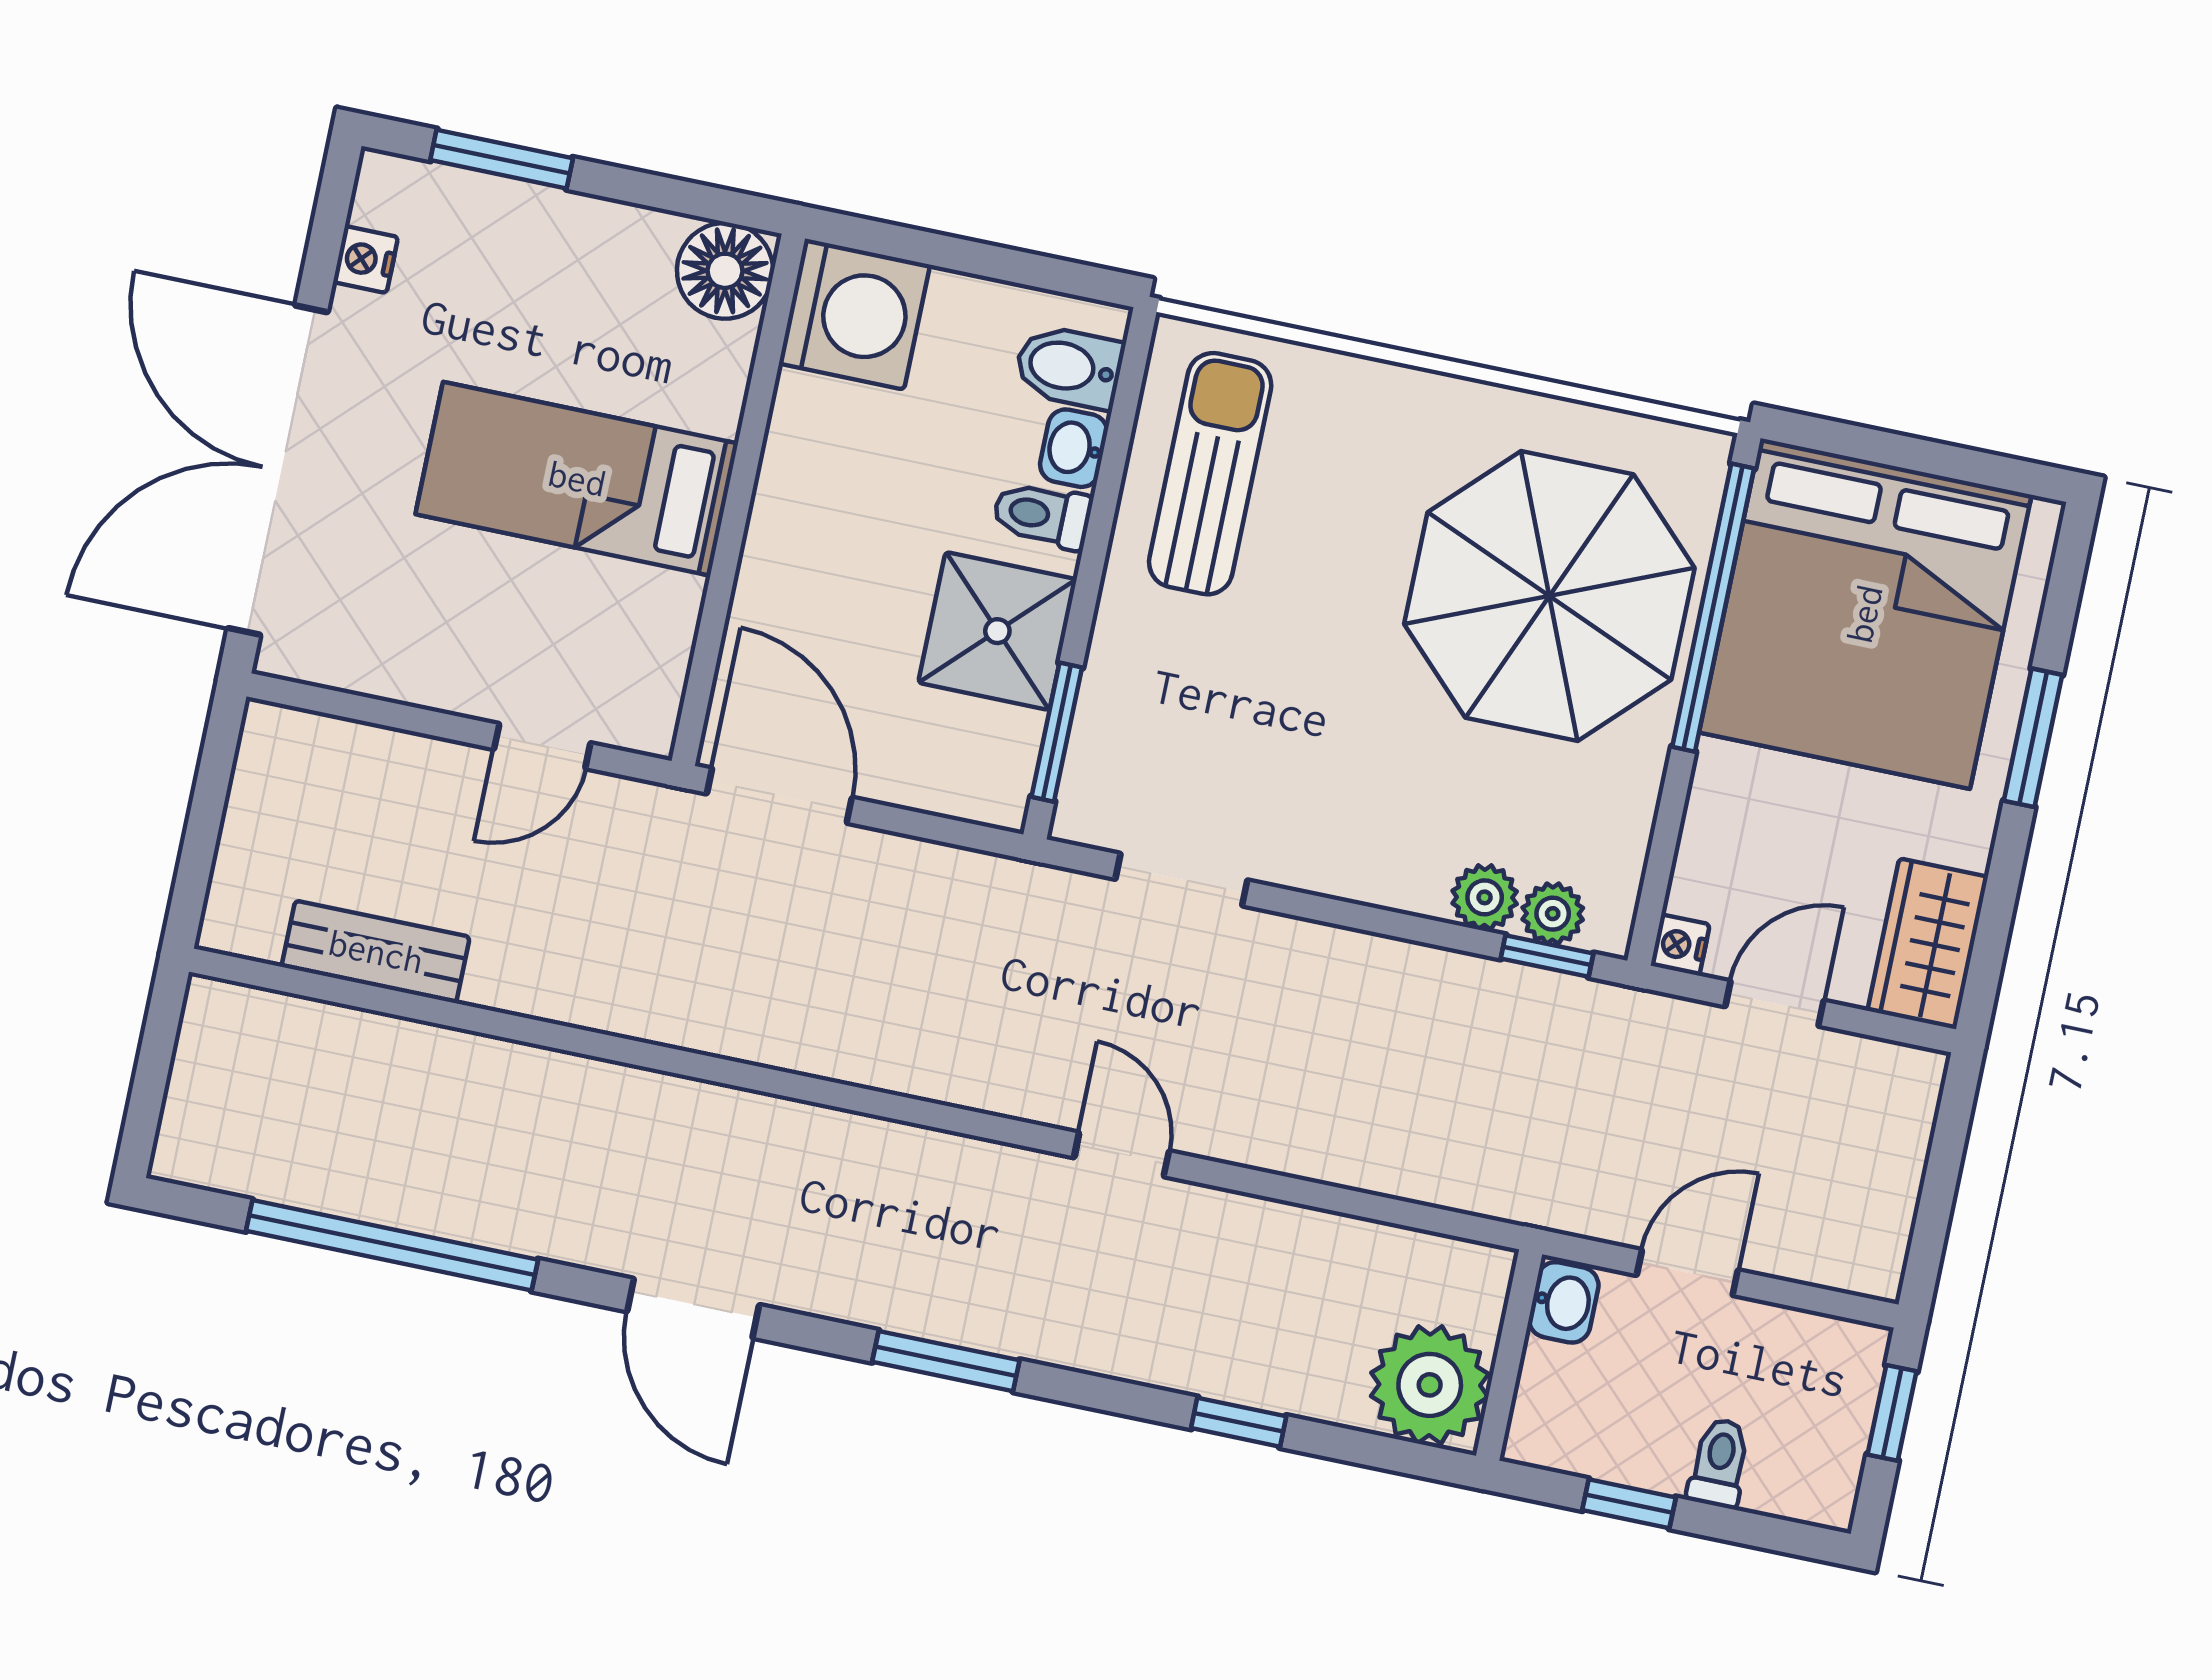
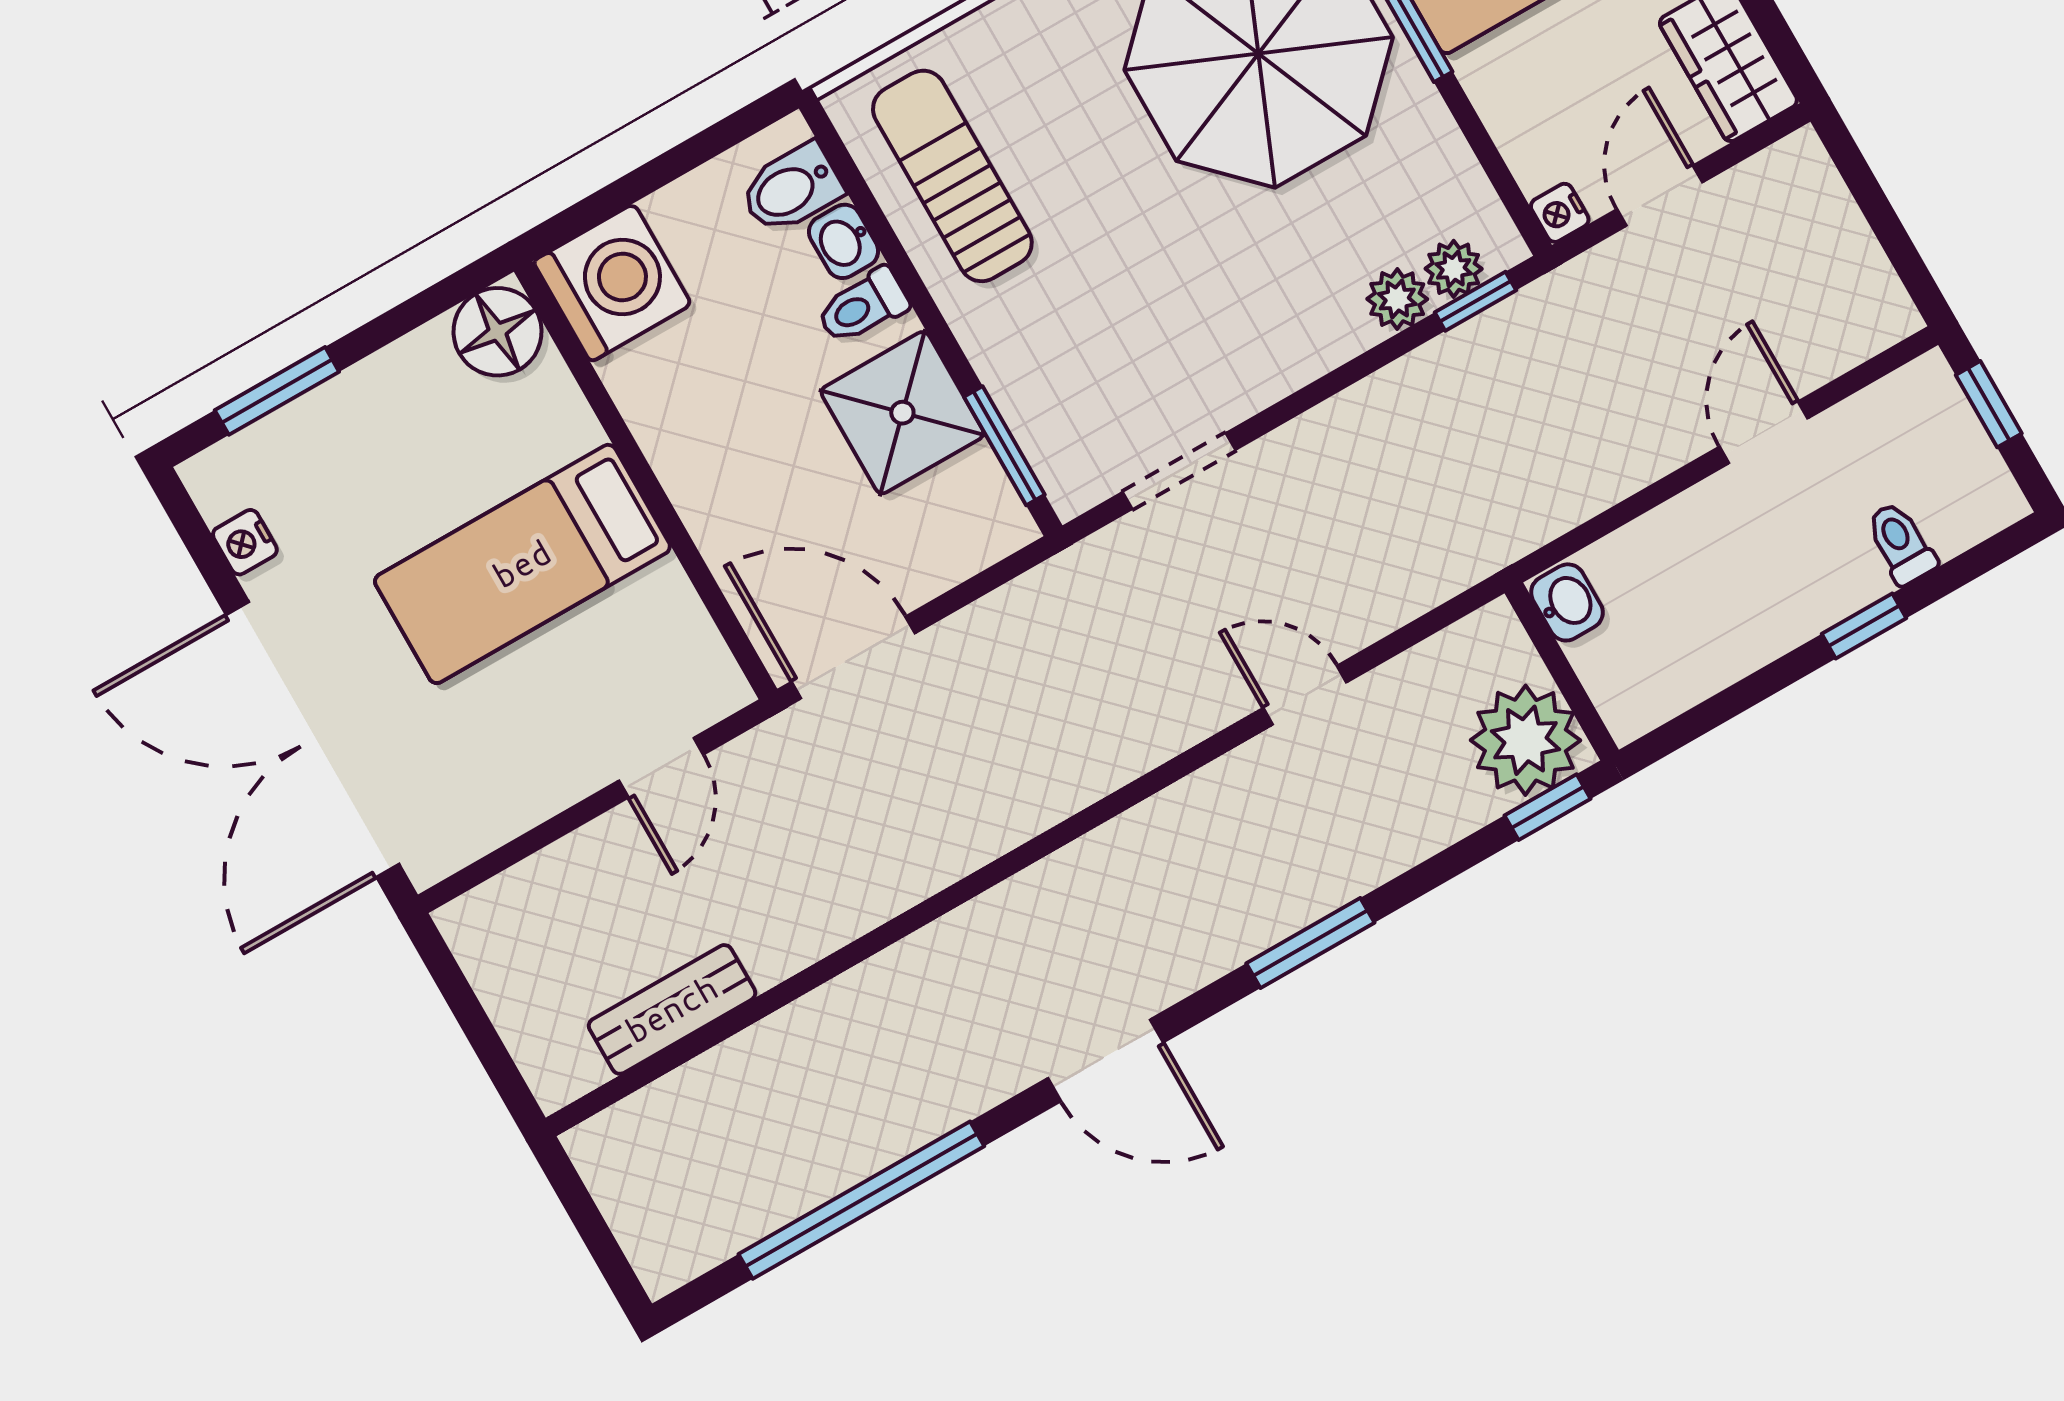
washbasin: (1564, 1302) -> (1567, 602), moved
wall: (1509, 1355) -> (1562, 672), moved
plant: (1430, 1385) -> (1525, 740), moved

